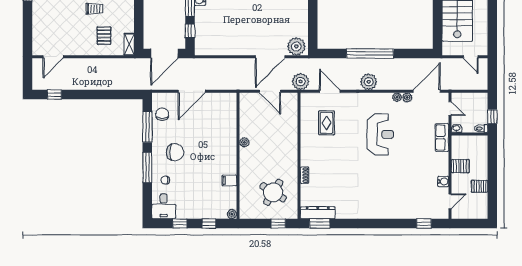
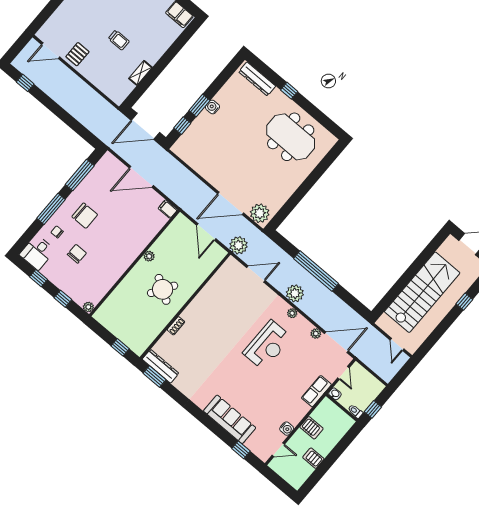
pallet: (104, 36) -> (77, 54), moved
shelving: (129, 44) -> (140, 73), moved
door: (330, 91) -> (256, 274), hinge flipped
plant: (397, 97) -> (292, 313), moved
chair: (162, 114) -> (77, 254), moved
rug: (326, 123) -> (231, 298), removed
filing cabinet: (229, 180) -> (168, 209), moved
round table: (273, 192) -> (163, 289), moved
sofa: (398, 209) -> (230, 419), added

